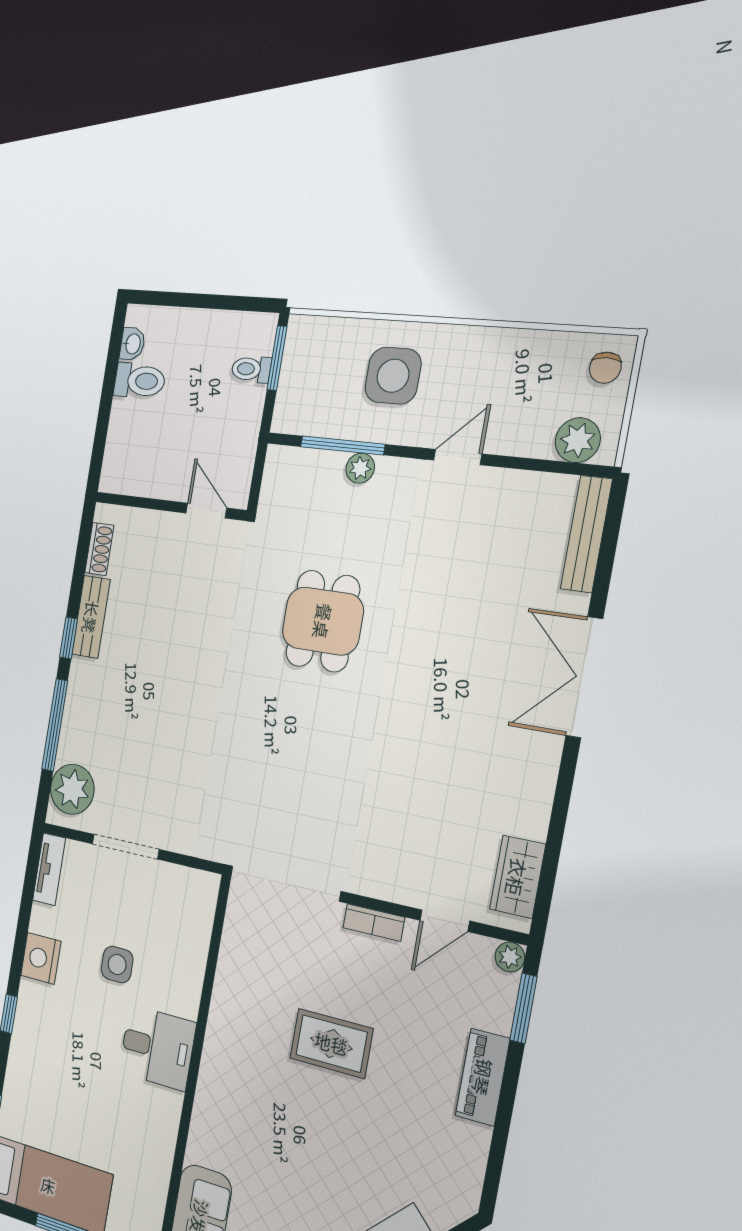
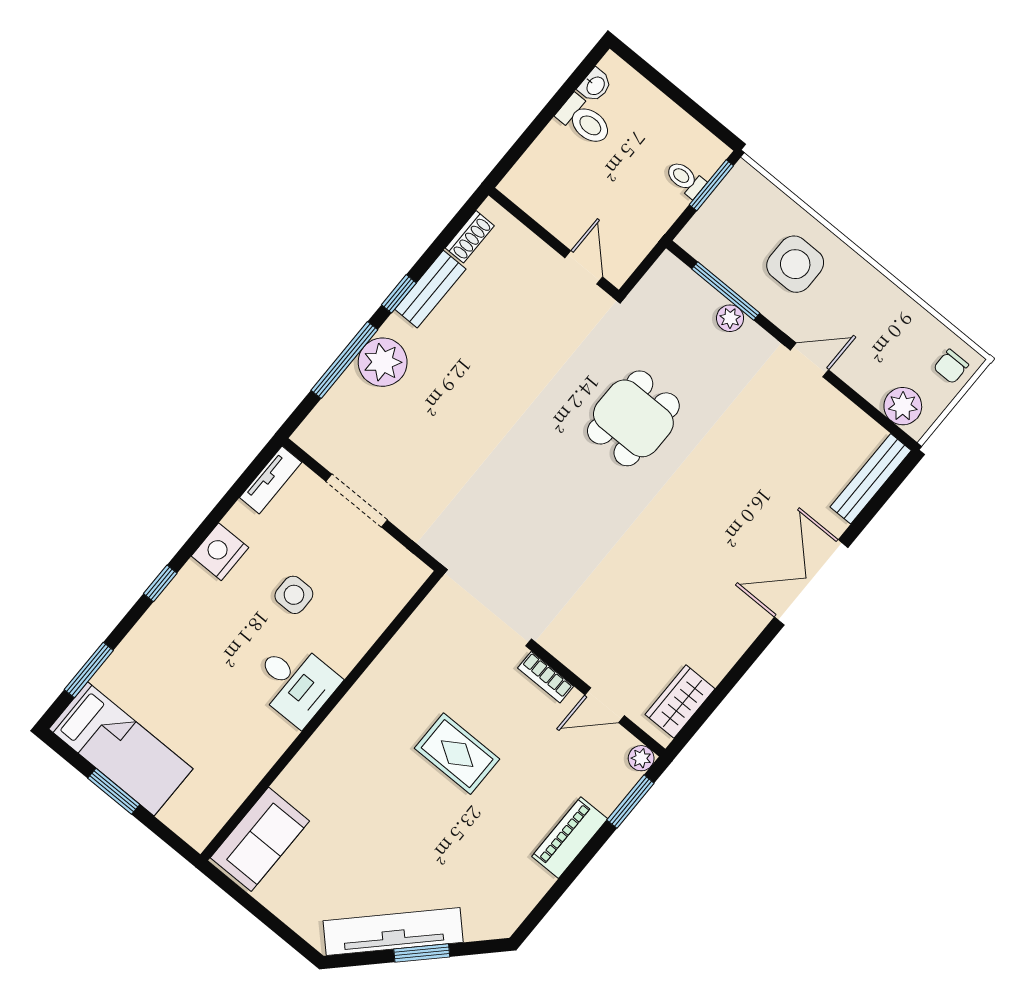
plant: (72, 789) -> (383, 362), moved

